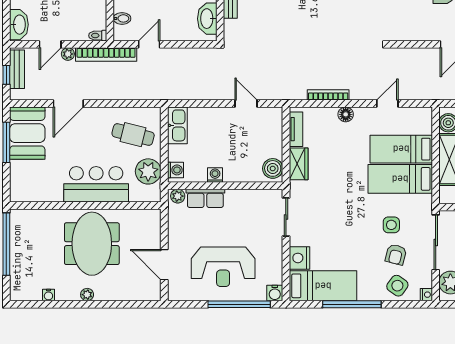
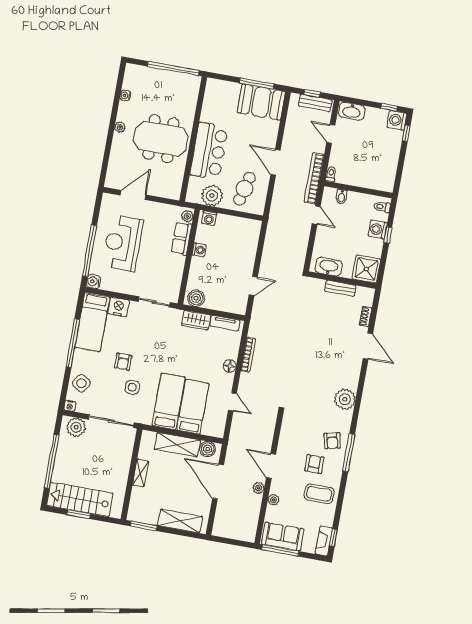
plant: (68, 54) -> (320, 147), removed
door: (68, 104) -> (275, 162), moved
kitchen sink: (177, 125) -> (245, 226), removed
armchair: (396, 255) -> (123, 362), moved, turned -104

